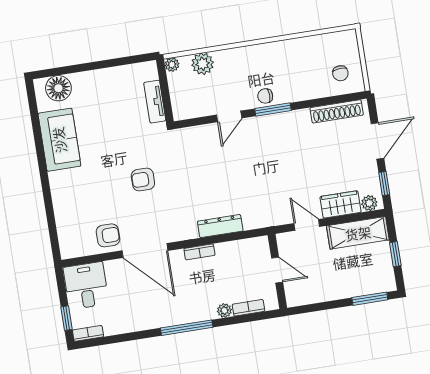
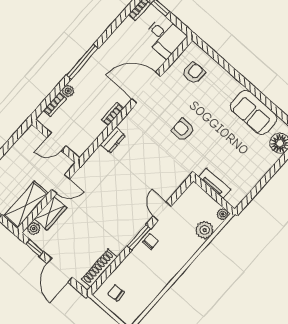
armchair: (143, 179) -> (183, 130), turned -90
dresser: (220, 226) -> (113, 140), width x0.70
armchair: (108, 235) -> (194, 73), moved, turned 180

